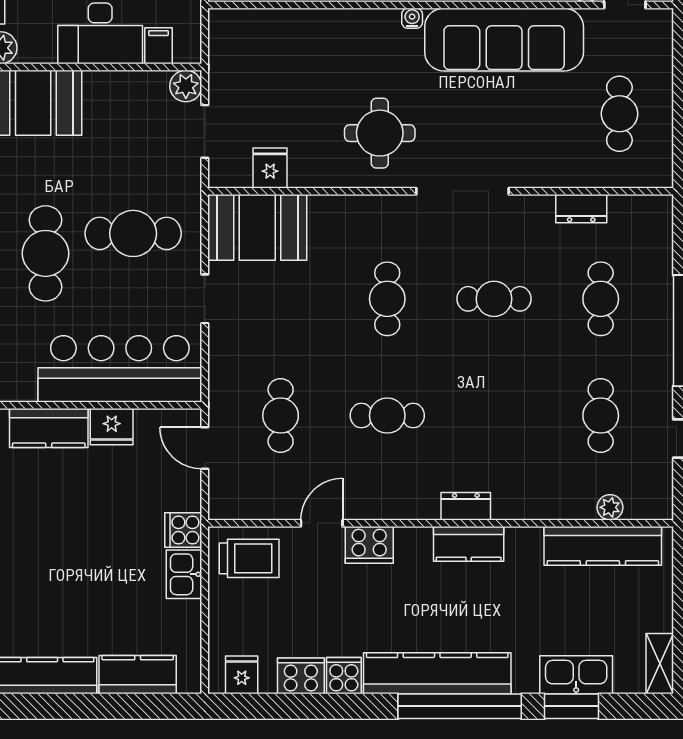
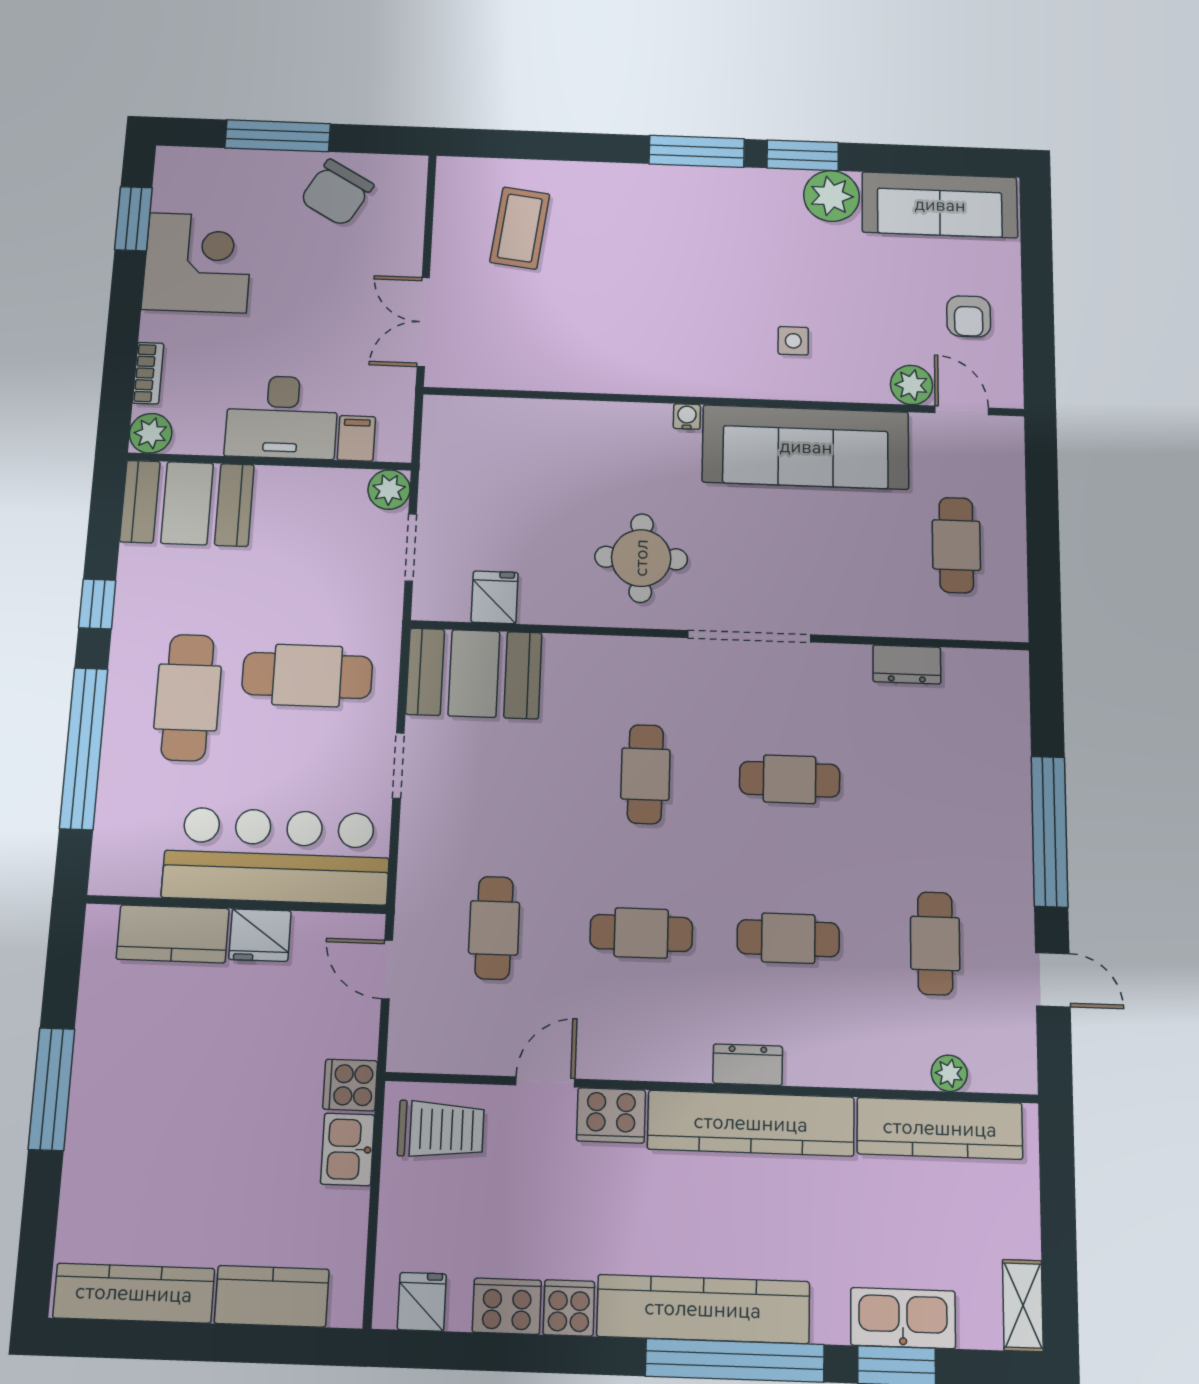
cafe table: (601, 299) -> (788, 938), moved, turned 90
kitchen counter: (469, 544) -> (751, 1123), width x2.08, depth x1.17

